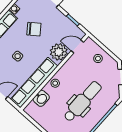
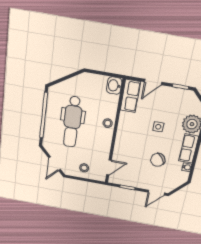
plant: (59, 52) -> (122, 153), removed
row of seats: (34, 83) -> (130, 96), width x0.50
washbasin: (41, 98) -> (114, 86), moved

